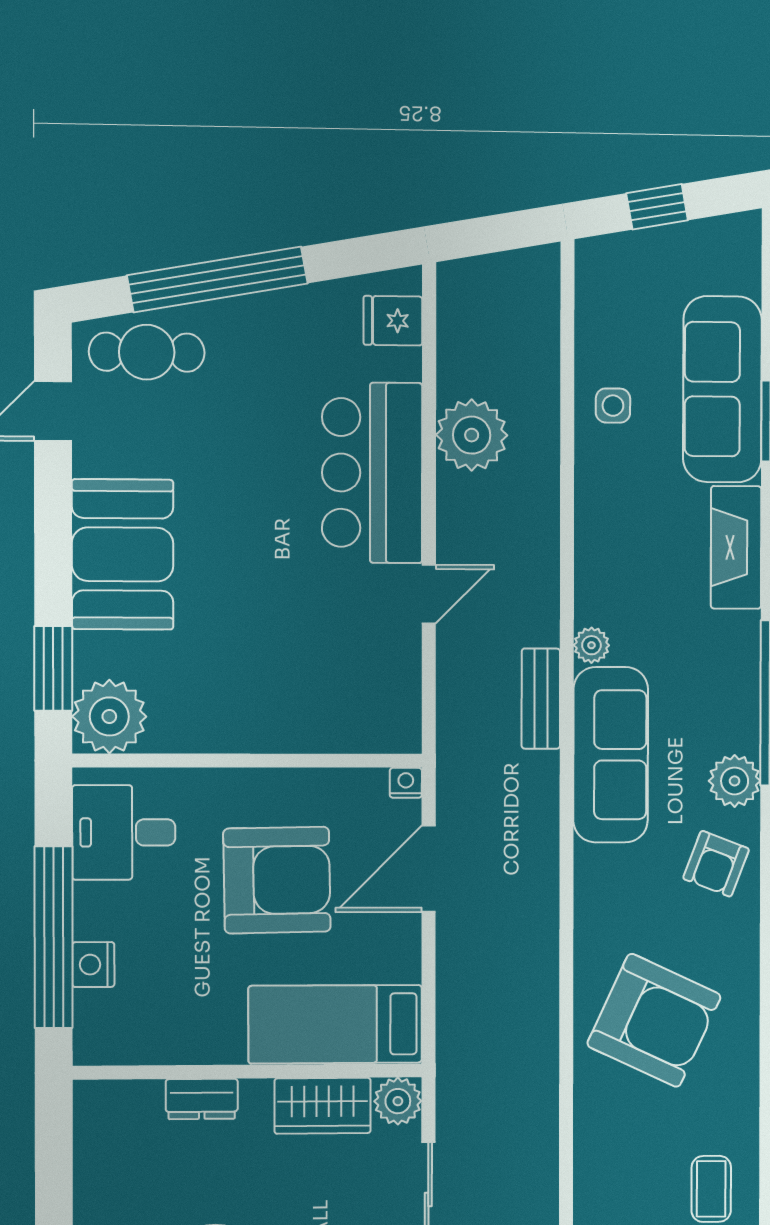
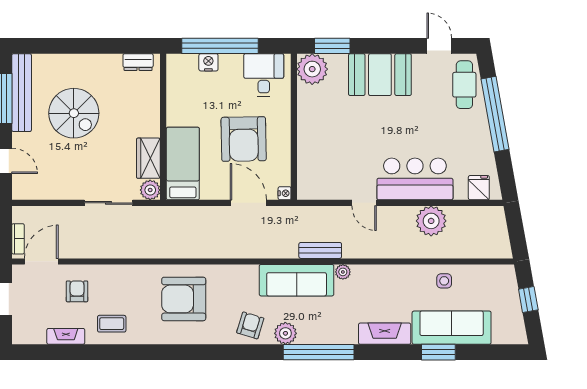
armchair: (716, 864) -> (250, 325), turned 86
armchair: (654, 1020) -> (184, 299), turned 65
dresser: (202, 1099) -> (138, 62), moved, turned -90

